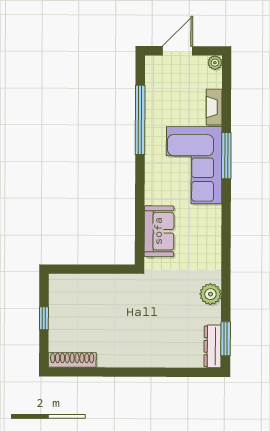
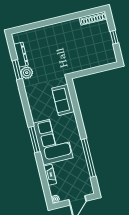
window: (226, 156) -> (34, 139), moved
window: (226, 339) -> (17, 70), moved
dresser: (213, 346) -> (21, 55), moved

